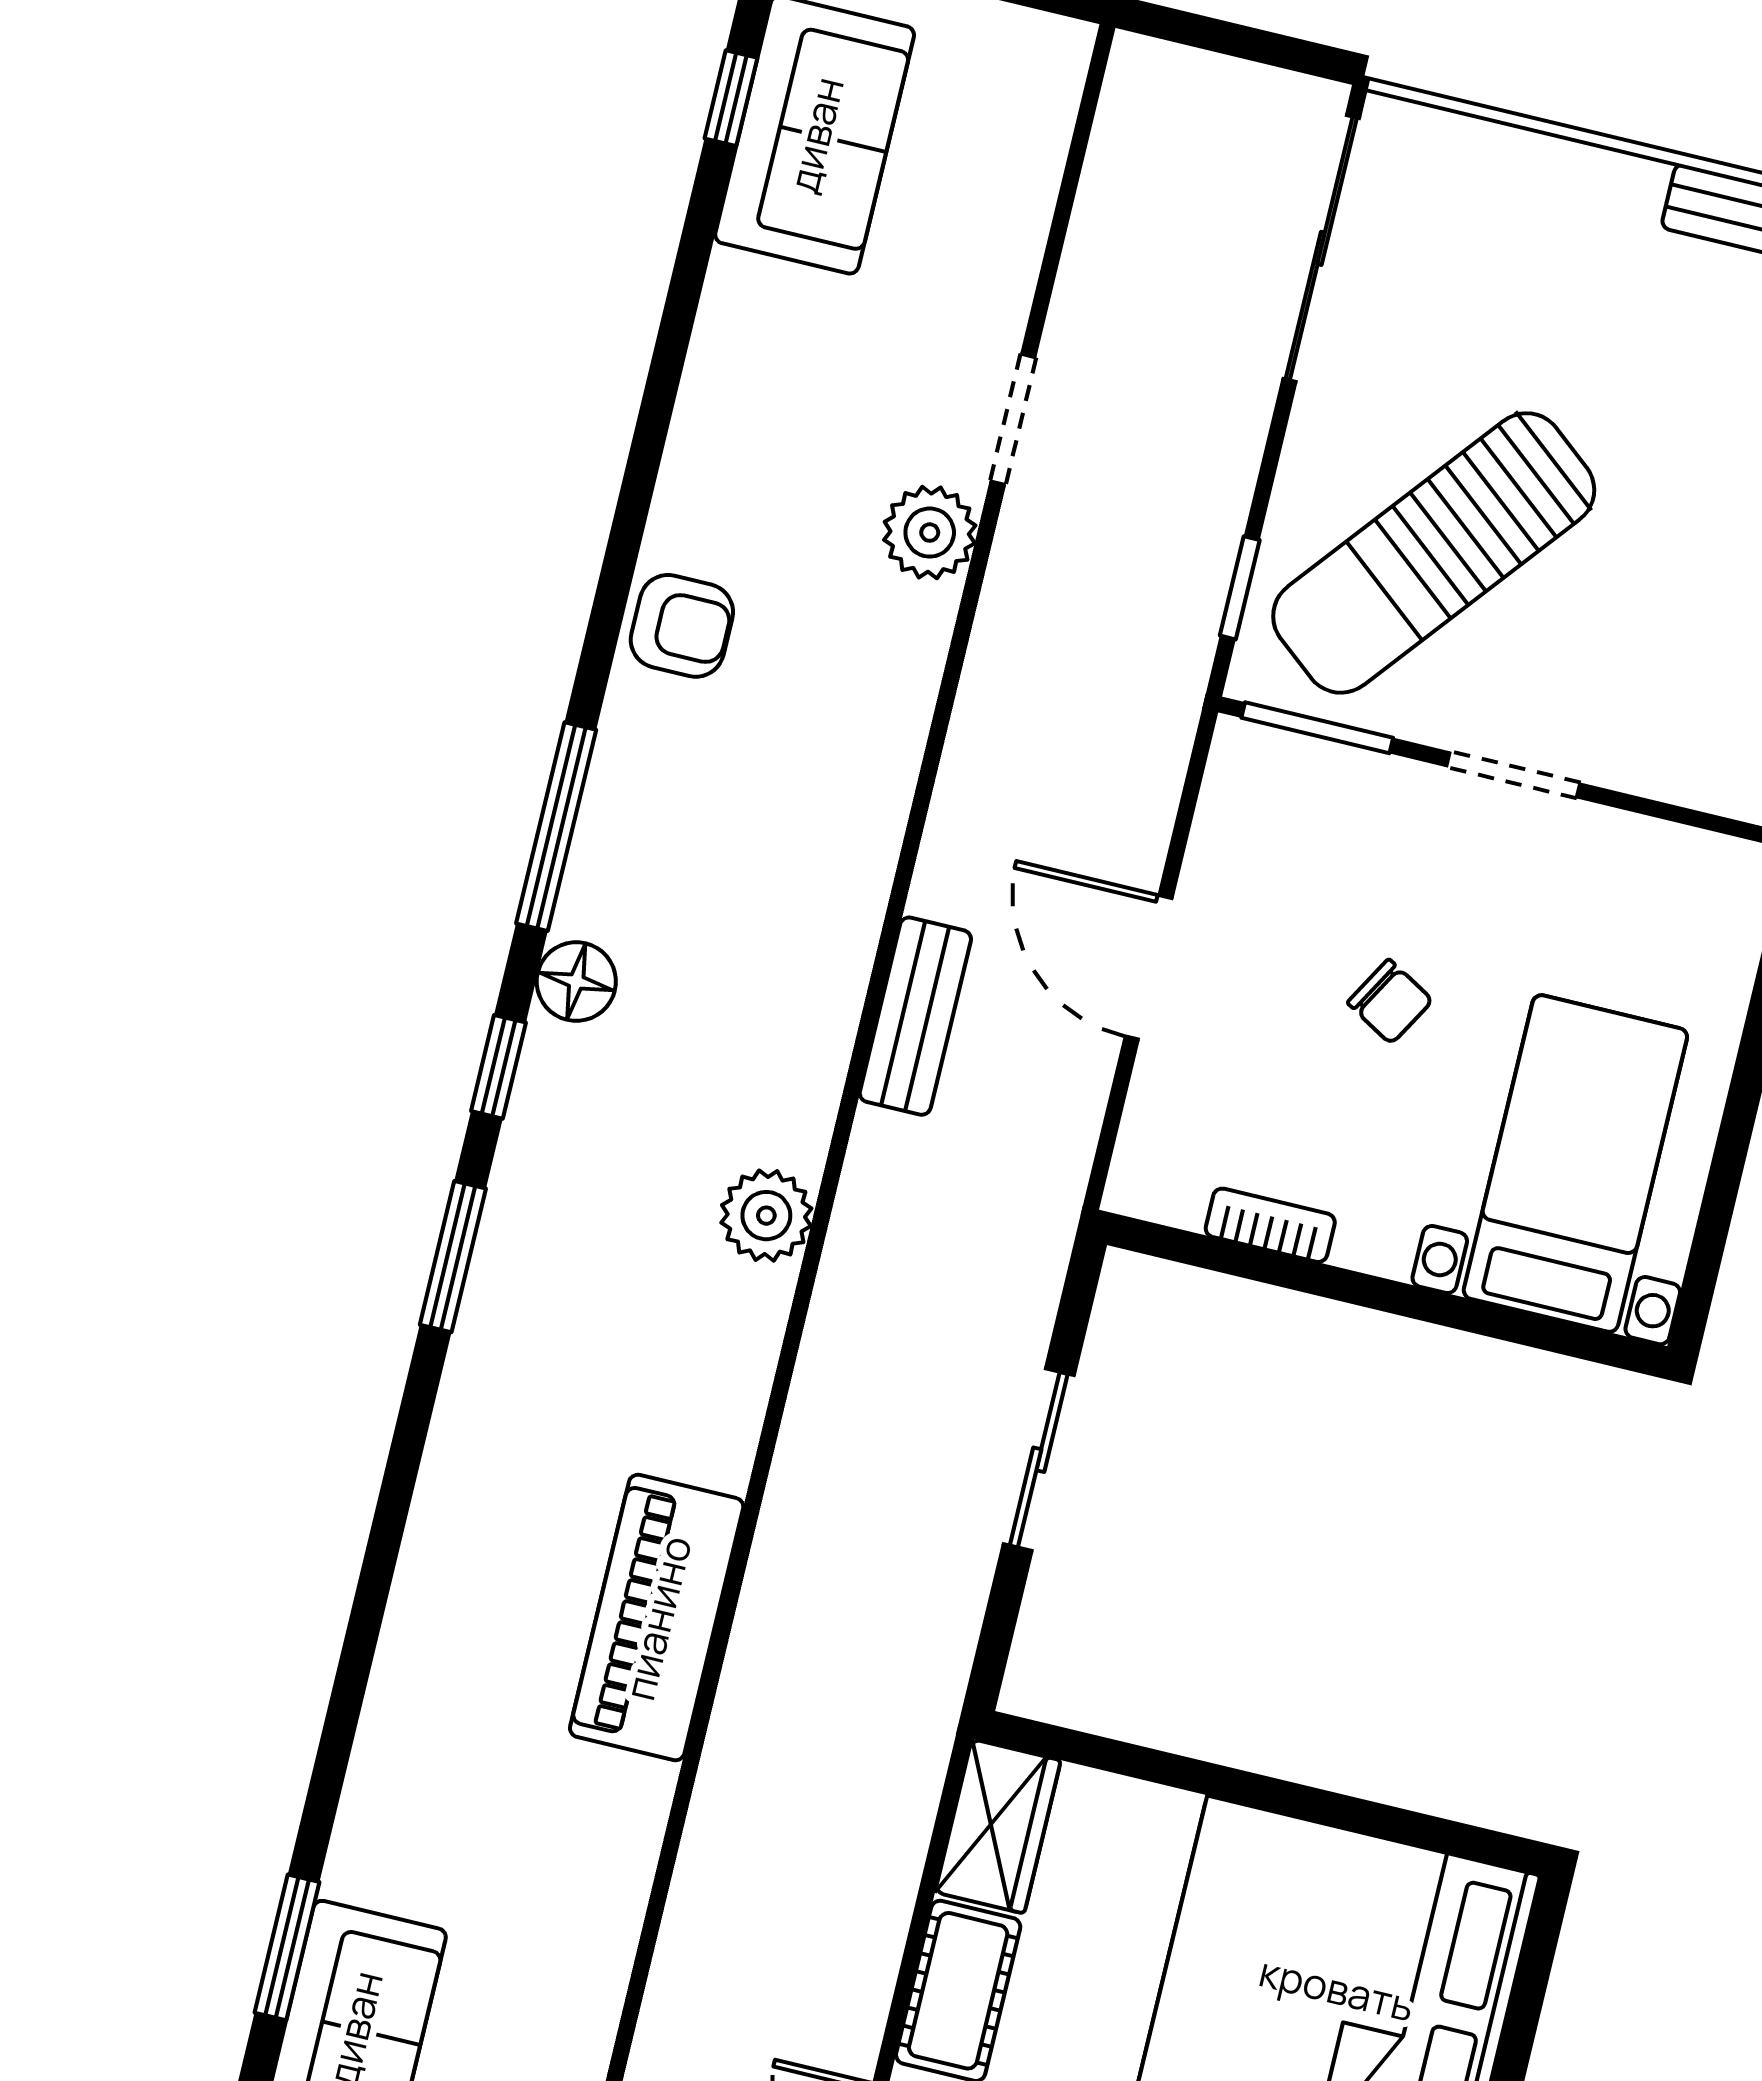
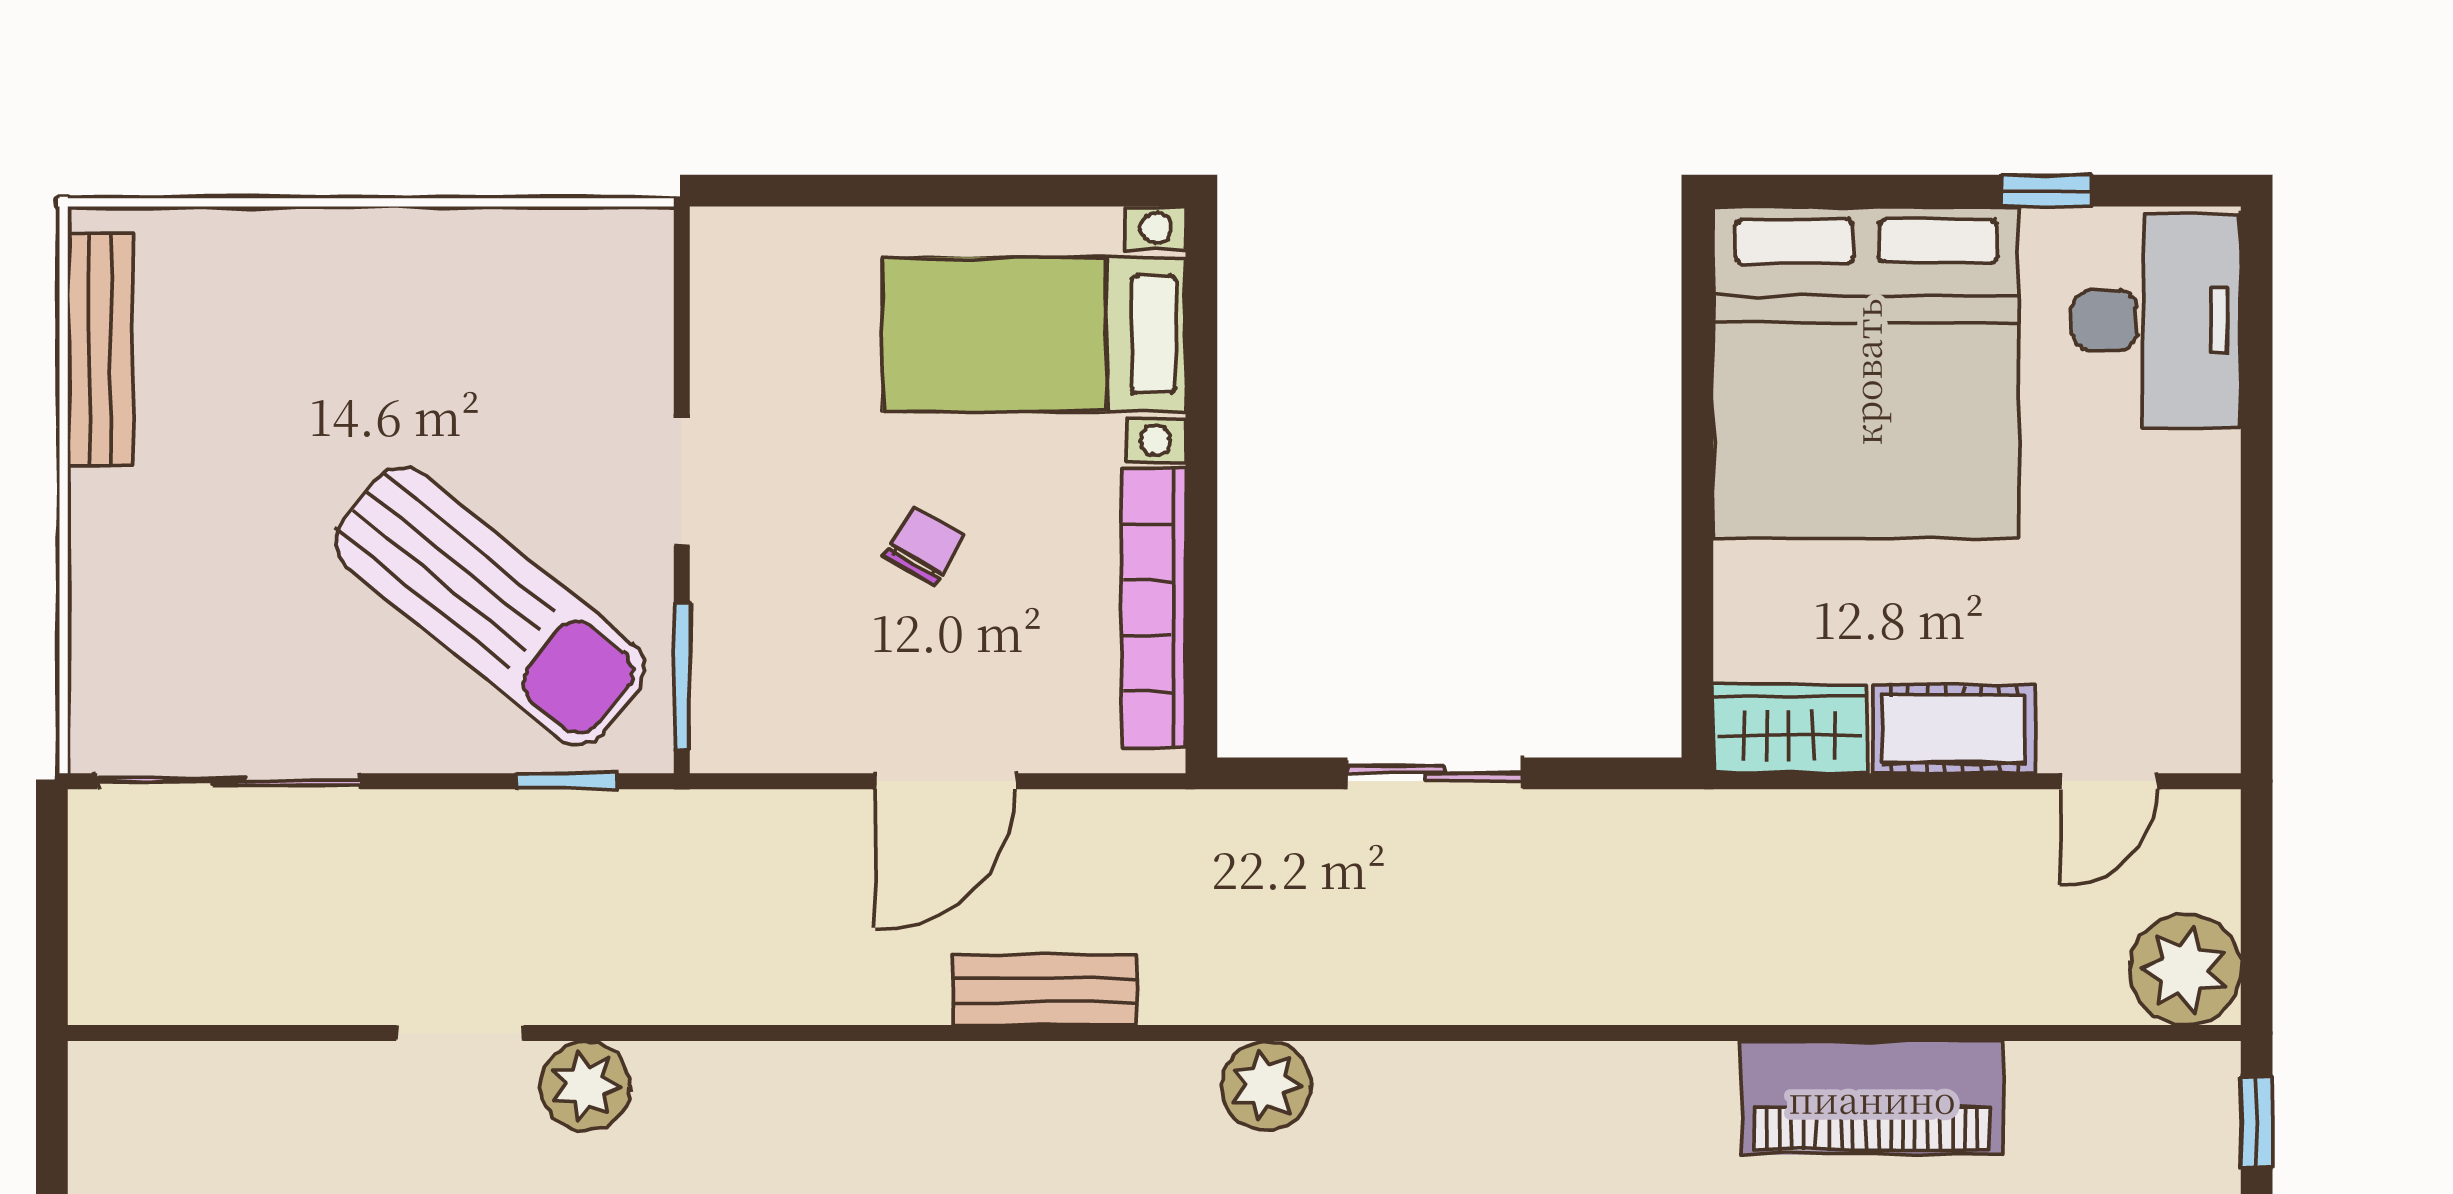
bookcase: (1270, 1225) -> (1154, 608), width x2.31, depth x1.31
piano: (657, 1618) -> (1872, 1098), moved

